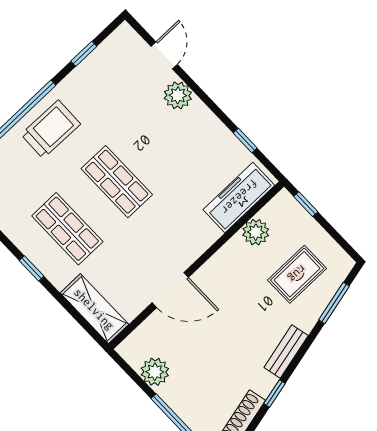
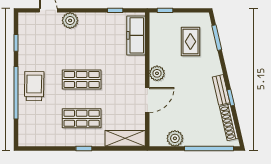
plant: (256, 232) -> (157, 73), moved
bench: (286, 352) -> (221, 90), moved

